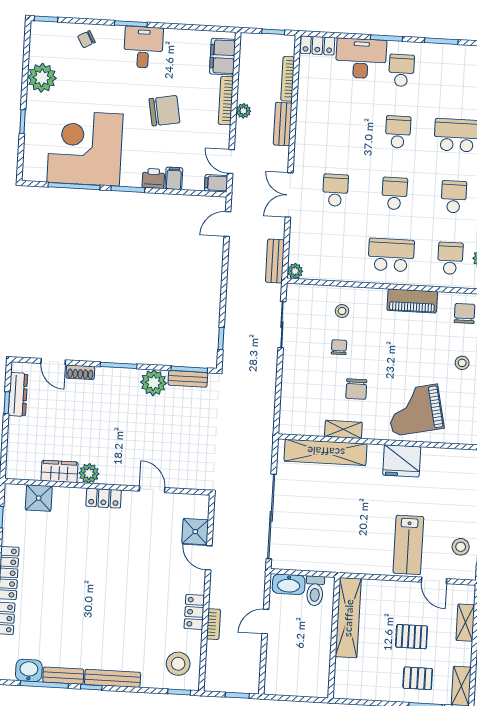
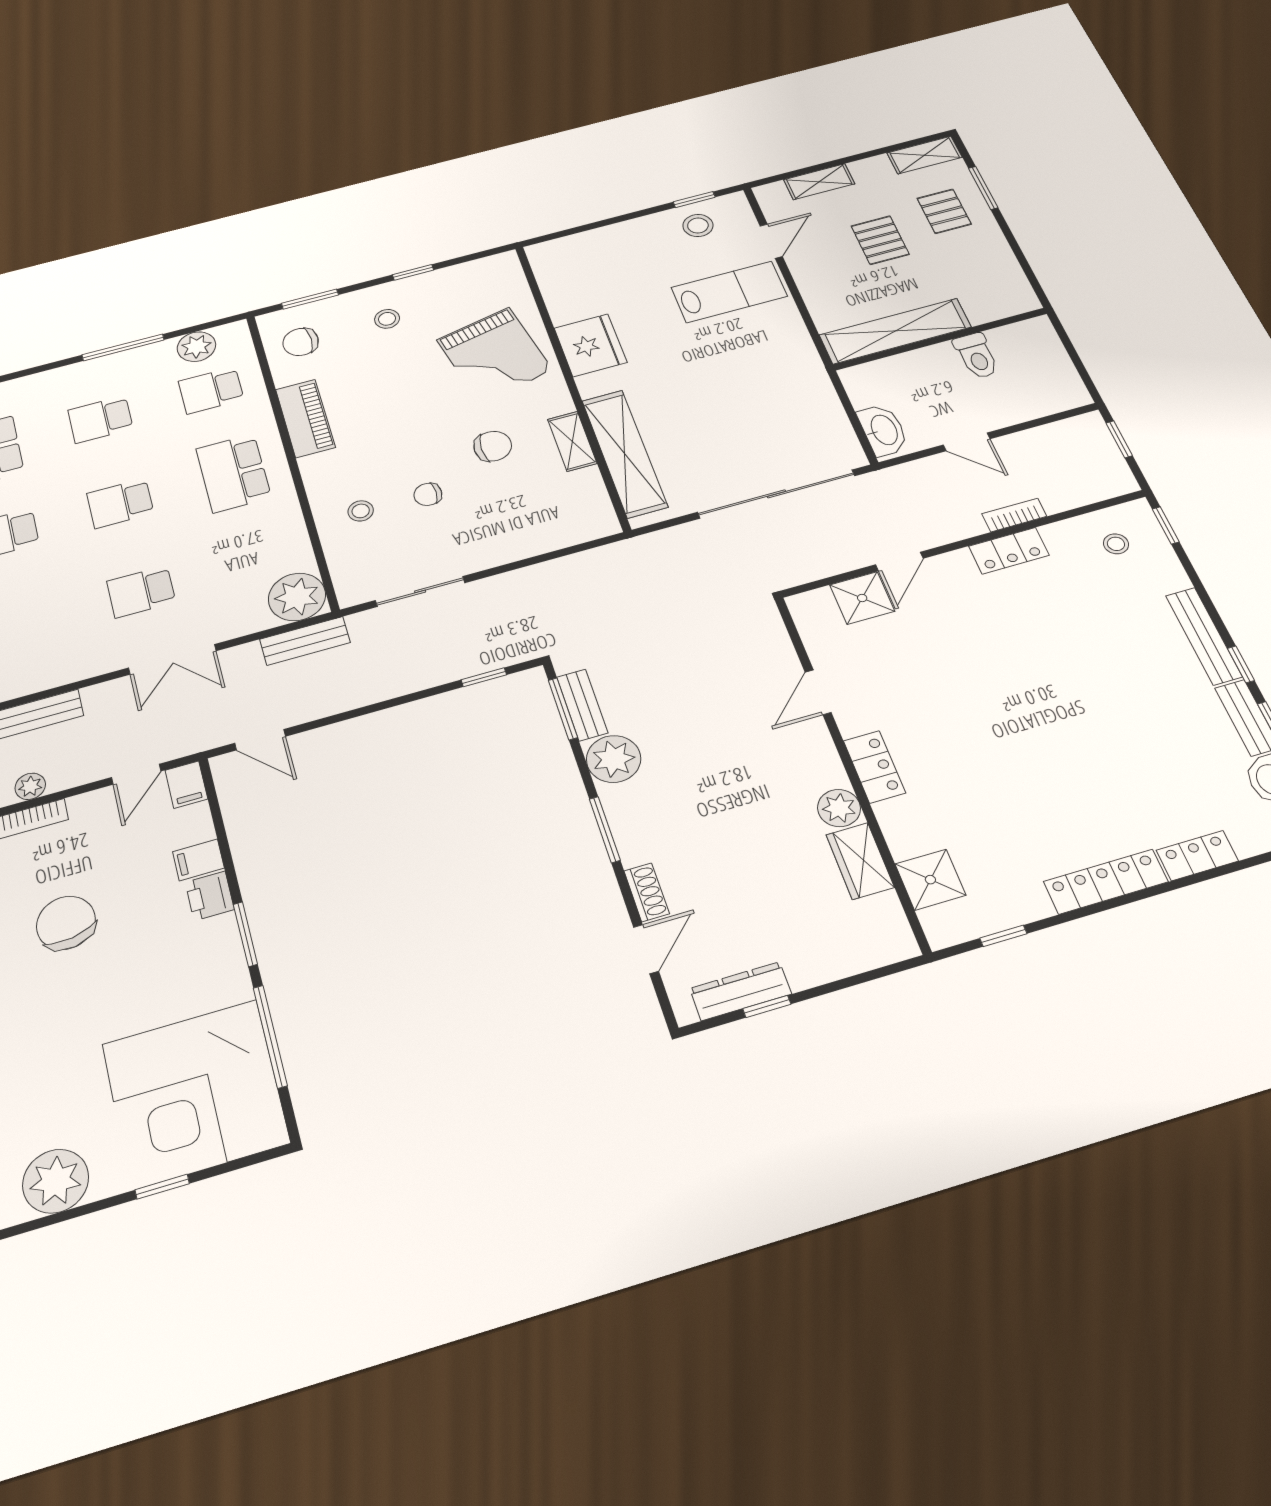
corner desk: (85, 148) -> (195, 1093), moved
plant: (295, 271) -> (297, 597), width x1.87, depth x1.87
toilet: (315, 591) -> (976, 356), moved, turned 90
stool: (178, 664) -> (1116, 544), width x0.53, depth x0.53

